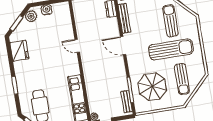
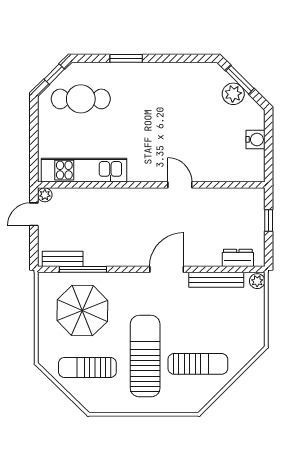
plant: (31, 16) -> (233, 94), moved
door: (77, 46) -> (180, 185), hinge flipped
sun lounger: (171, 49) -> (145, 356), turned 180
fridge: (19, 51) -> (188, 77), removed

